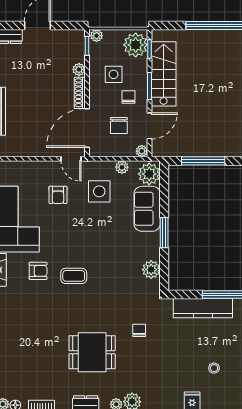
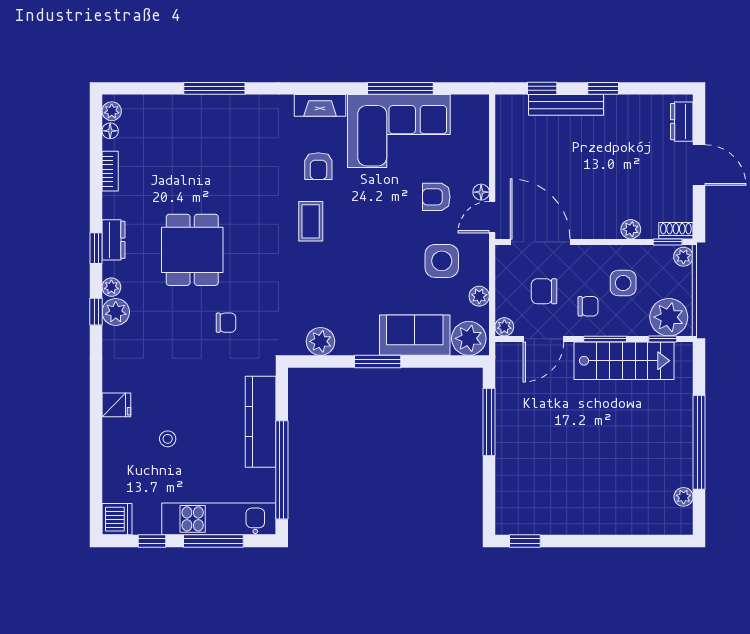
shoe rack: (80, 93) -> (676, 231), moved, width x0.70
door: (150, 126) -> (543, 339), hinge flipped
floor lamp: (55, 166) -> (481, 192), added

